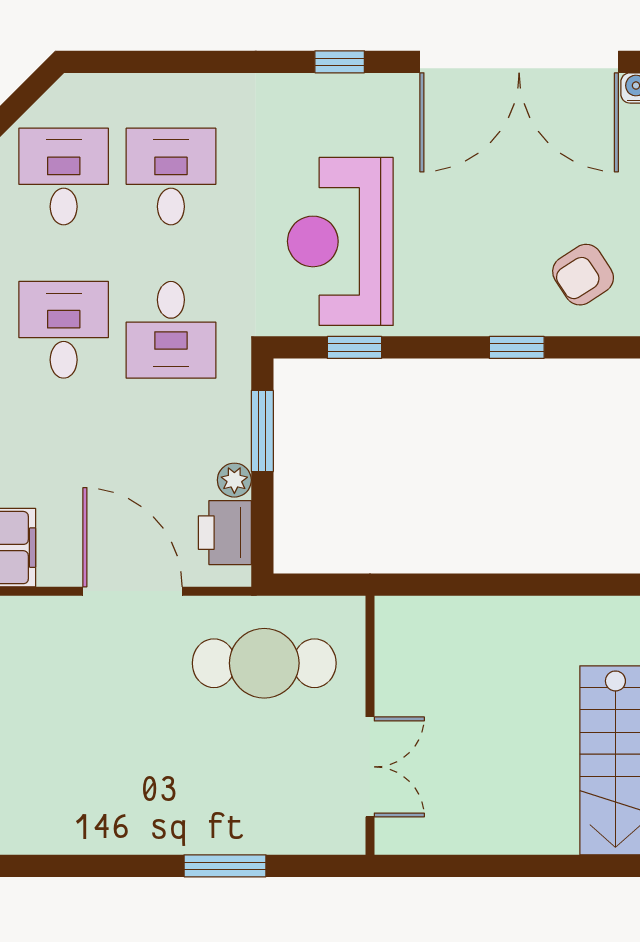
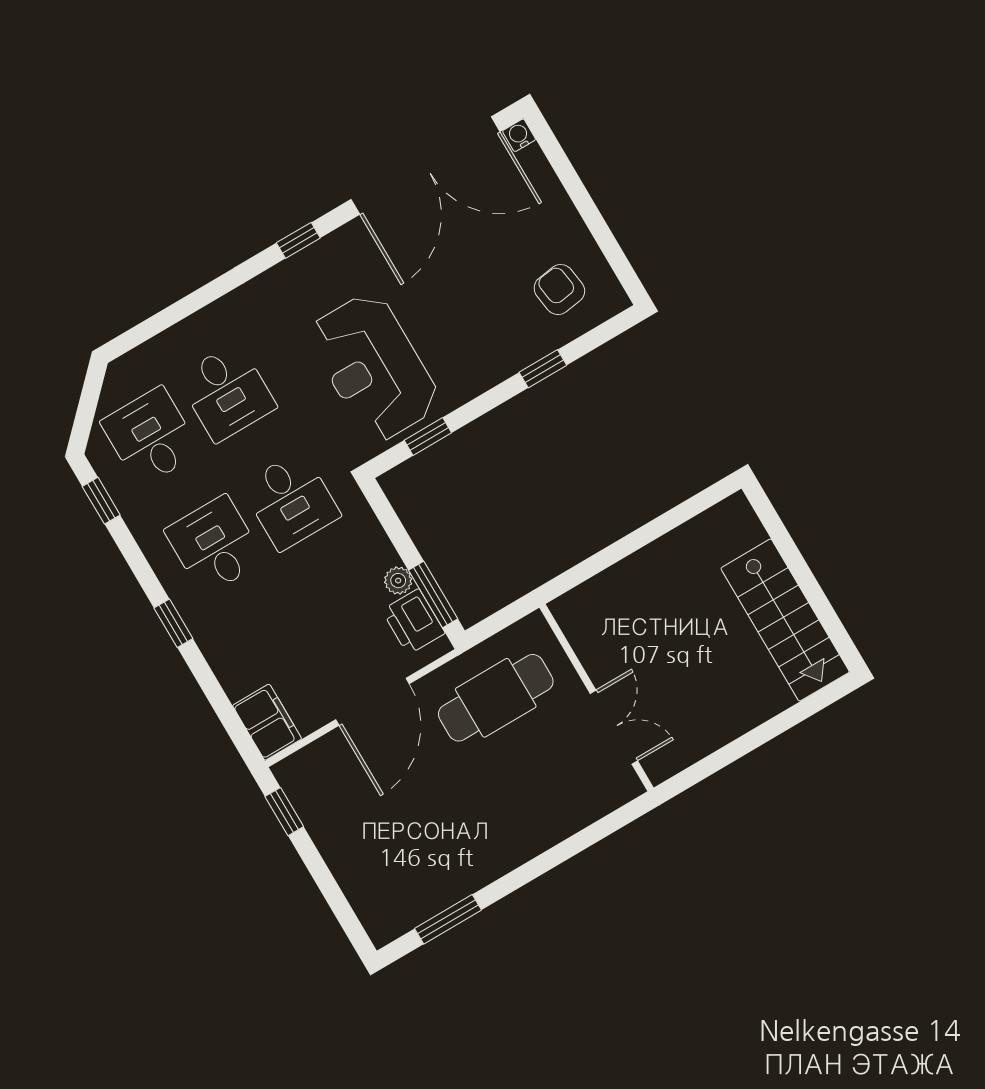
desk: (171, 177) -> (227, 392), turned 180
armchair: (583, 275) -> (559, 290), turned 115
window: (262, 431) -> (433, 595), moved
door: (133, 591) -> (372, 702), swing flipped
window: (225, 866) -> (448, 919), moved

